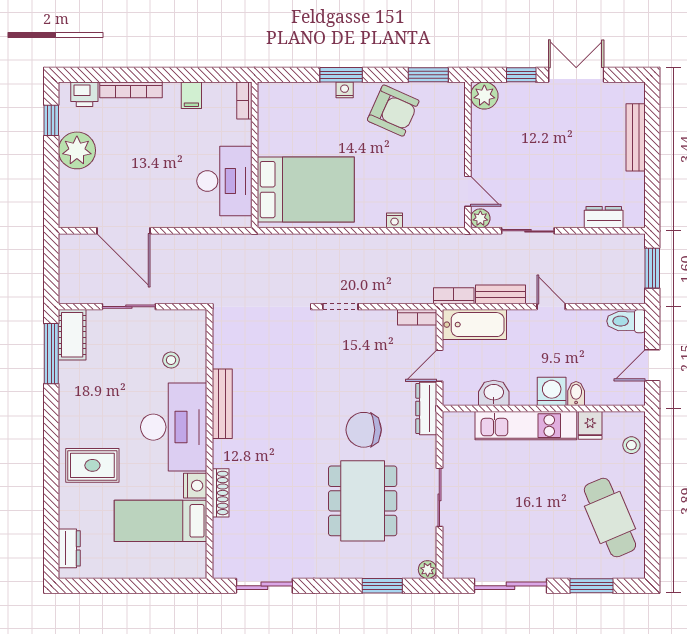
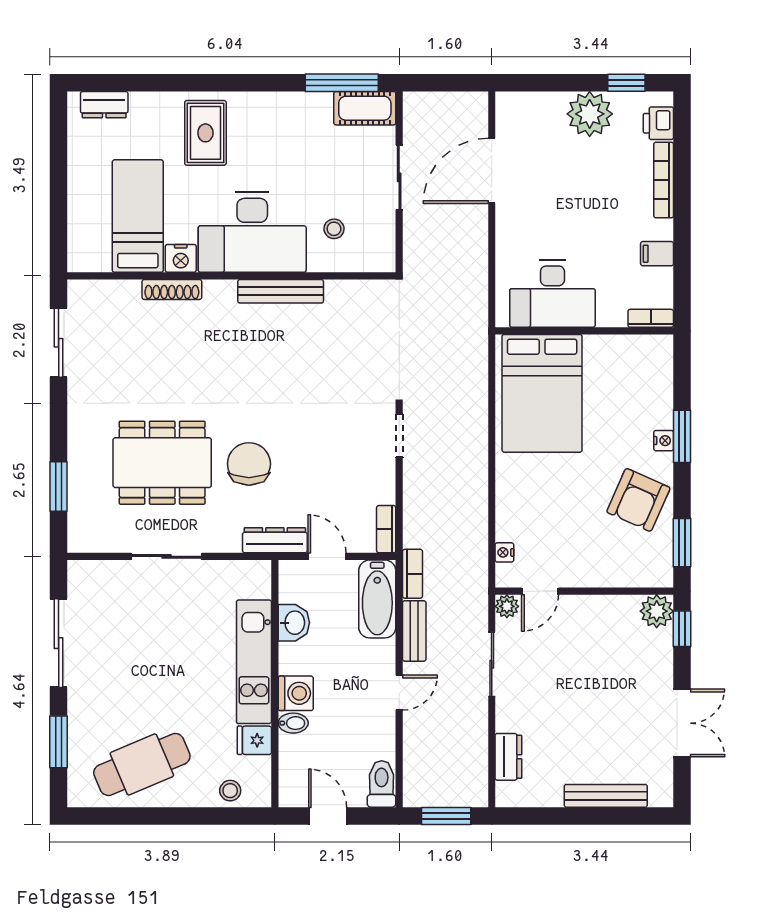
window: (521, 75) -> (682, 629), moved
nightstand: (395, 220) -> (504, 552), moved
plant: (428, 570) -> (78, 542), removed

